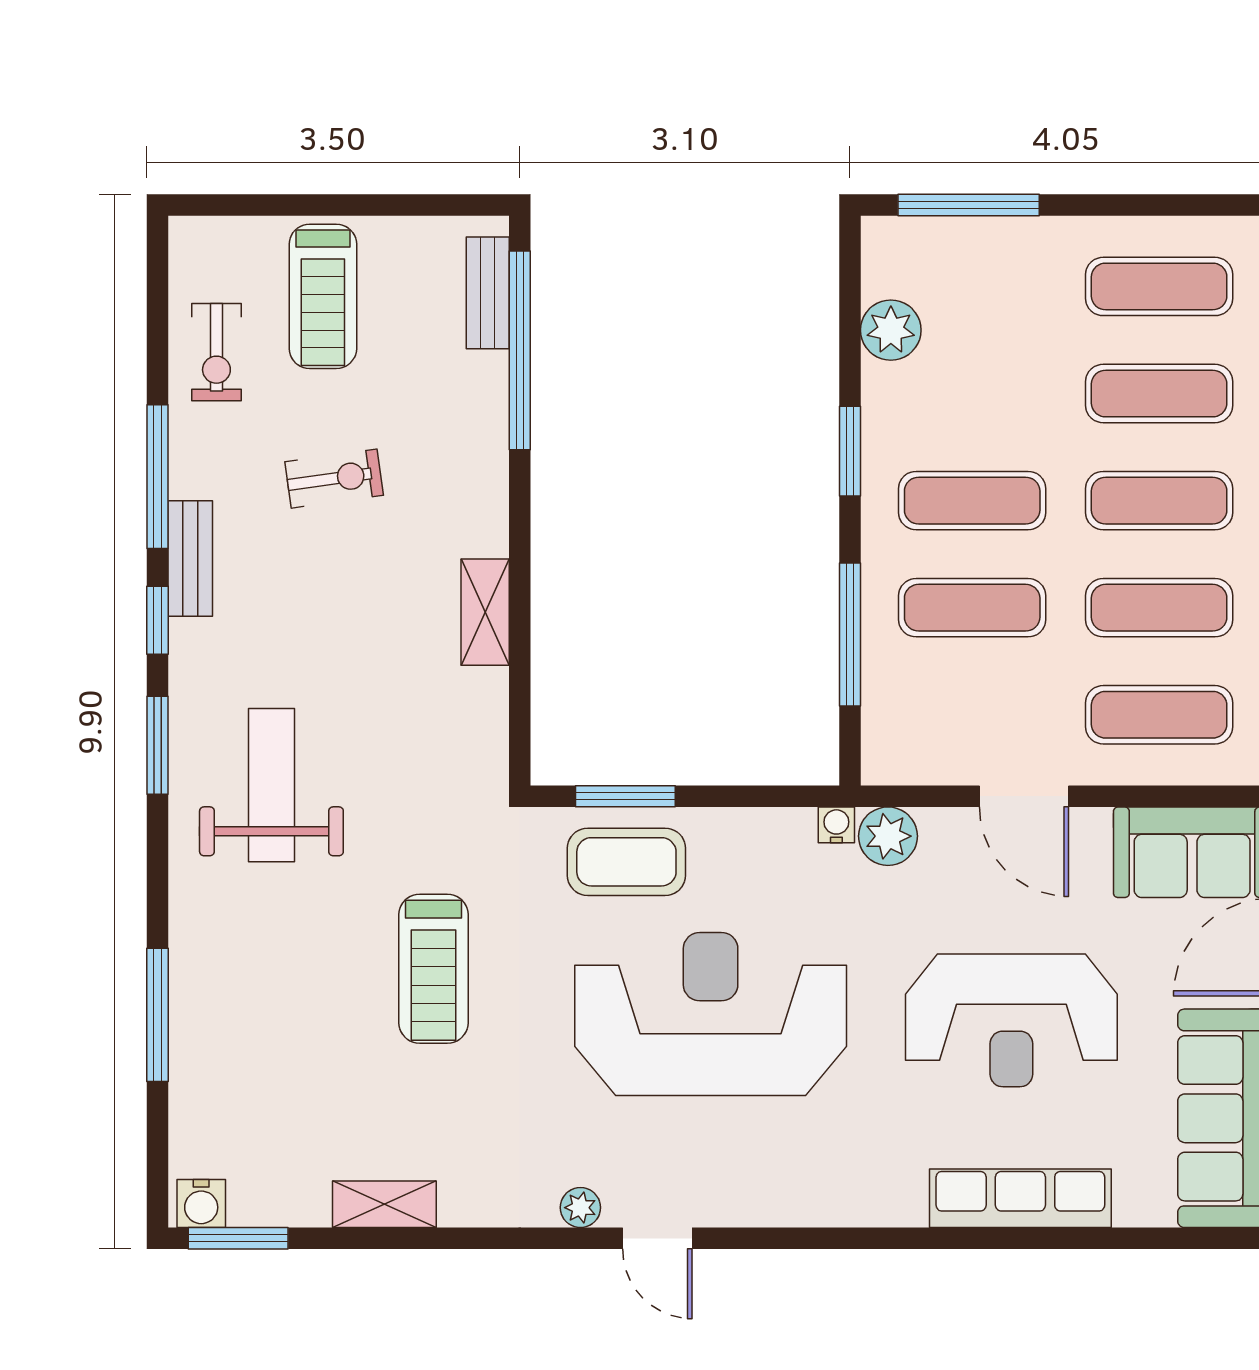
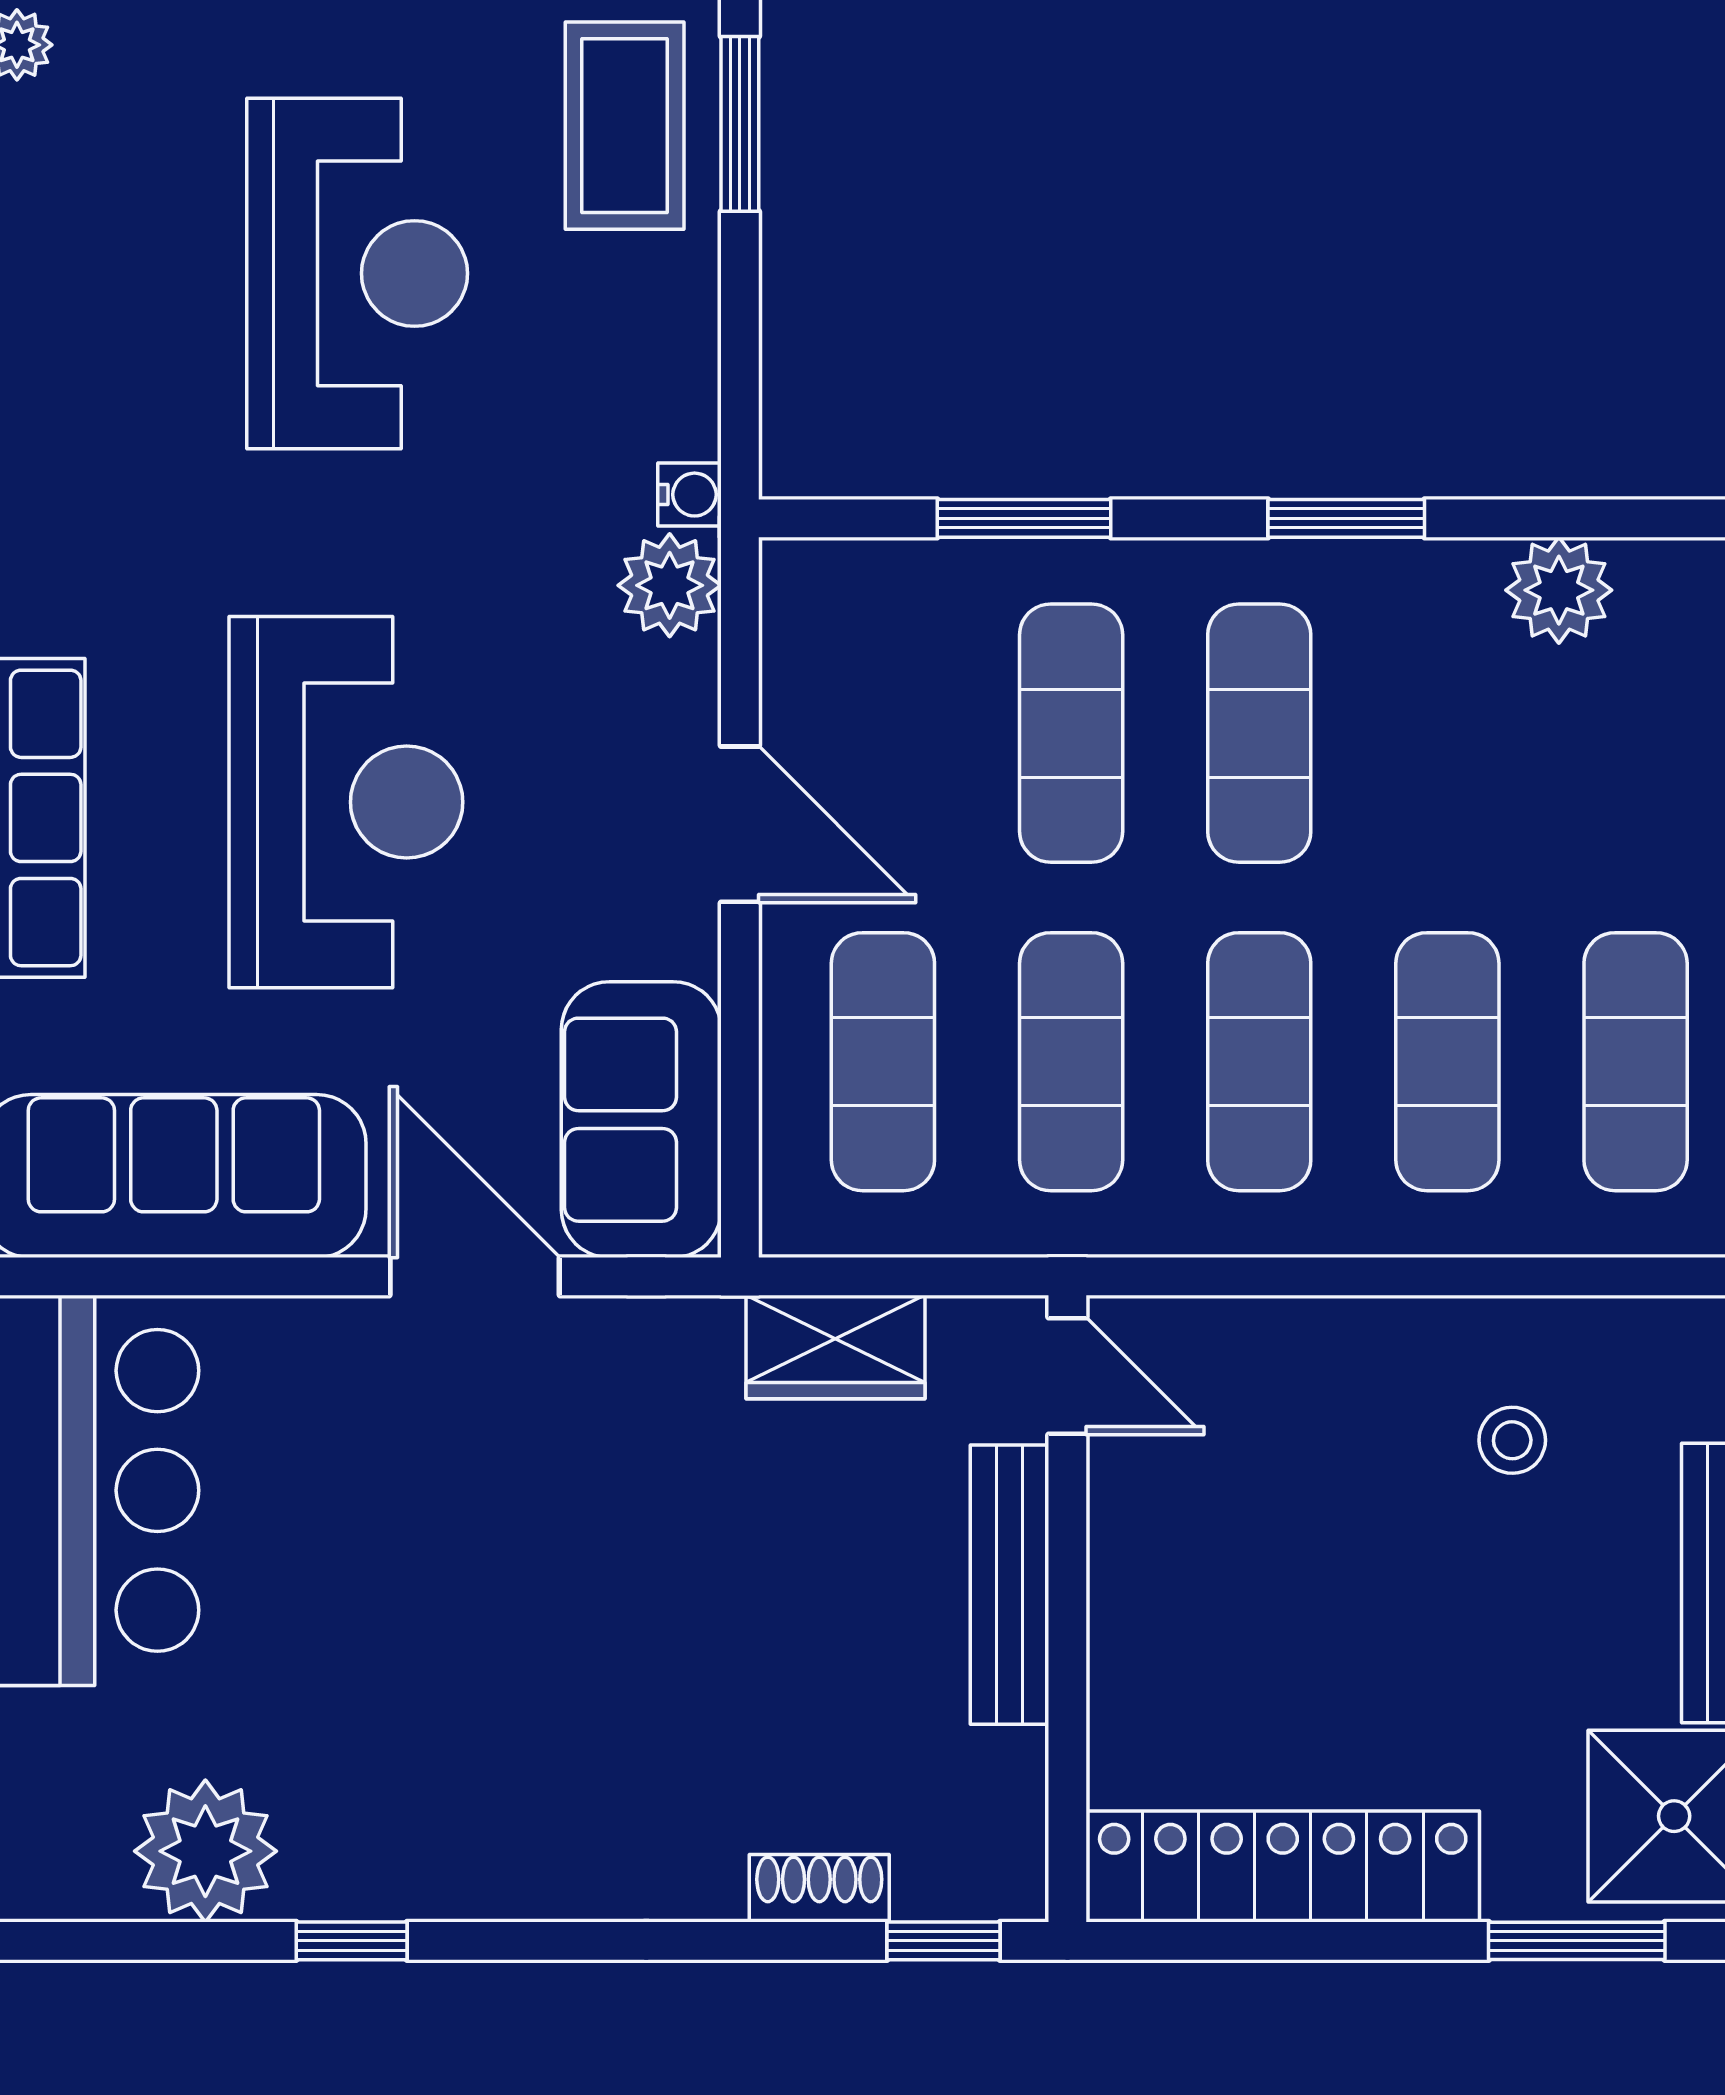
window: (850, 634) -> (1024, 518), width x0.69
door: (1024, 796) -> (740, 824), swing flipped
reception desk: (711, 1014) -> (357, 273), width x0.74, depth x0.77
reception desk: (1011, 1020) -> (346, 802), turned 180

